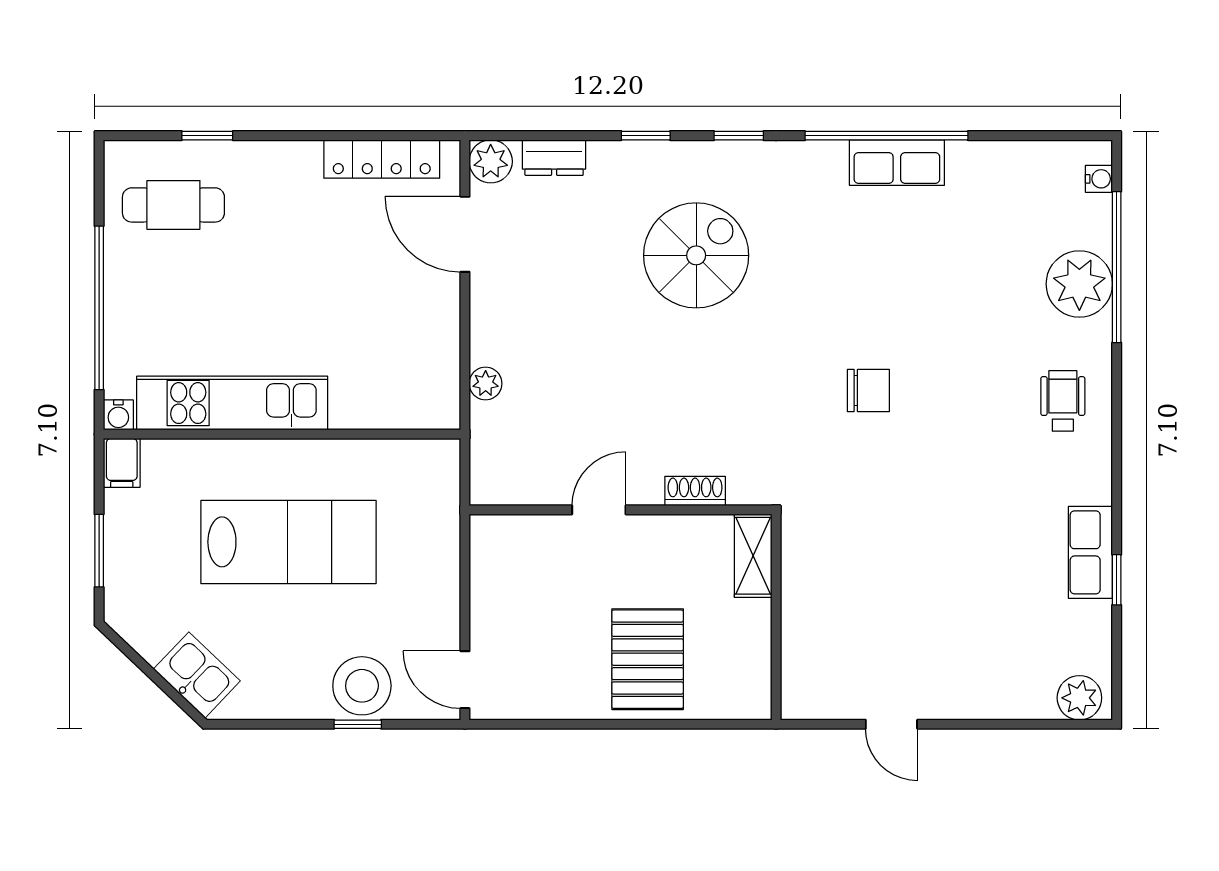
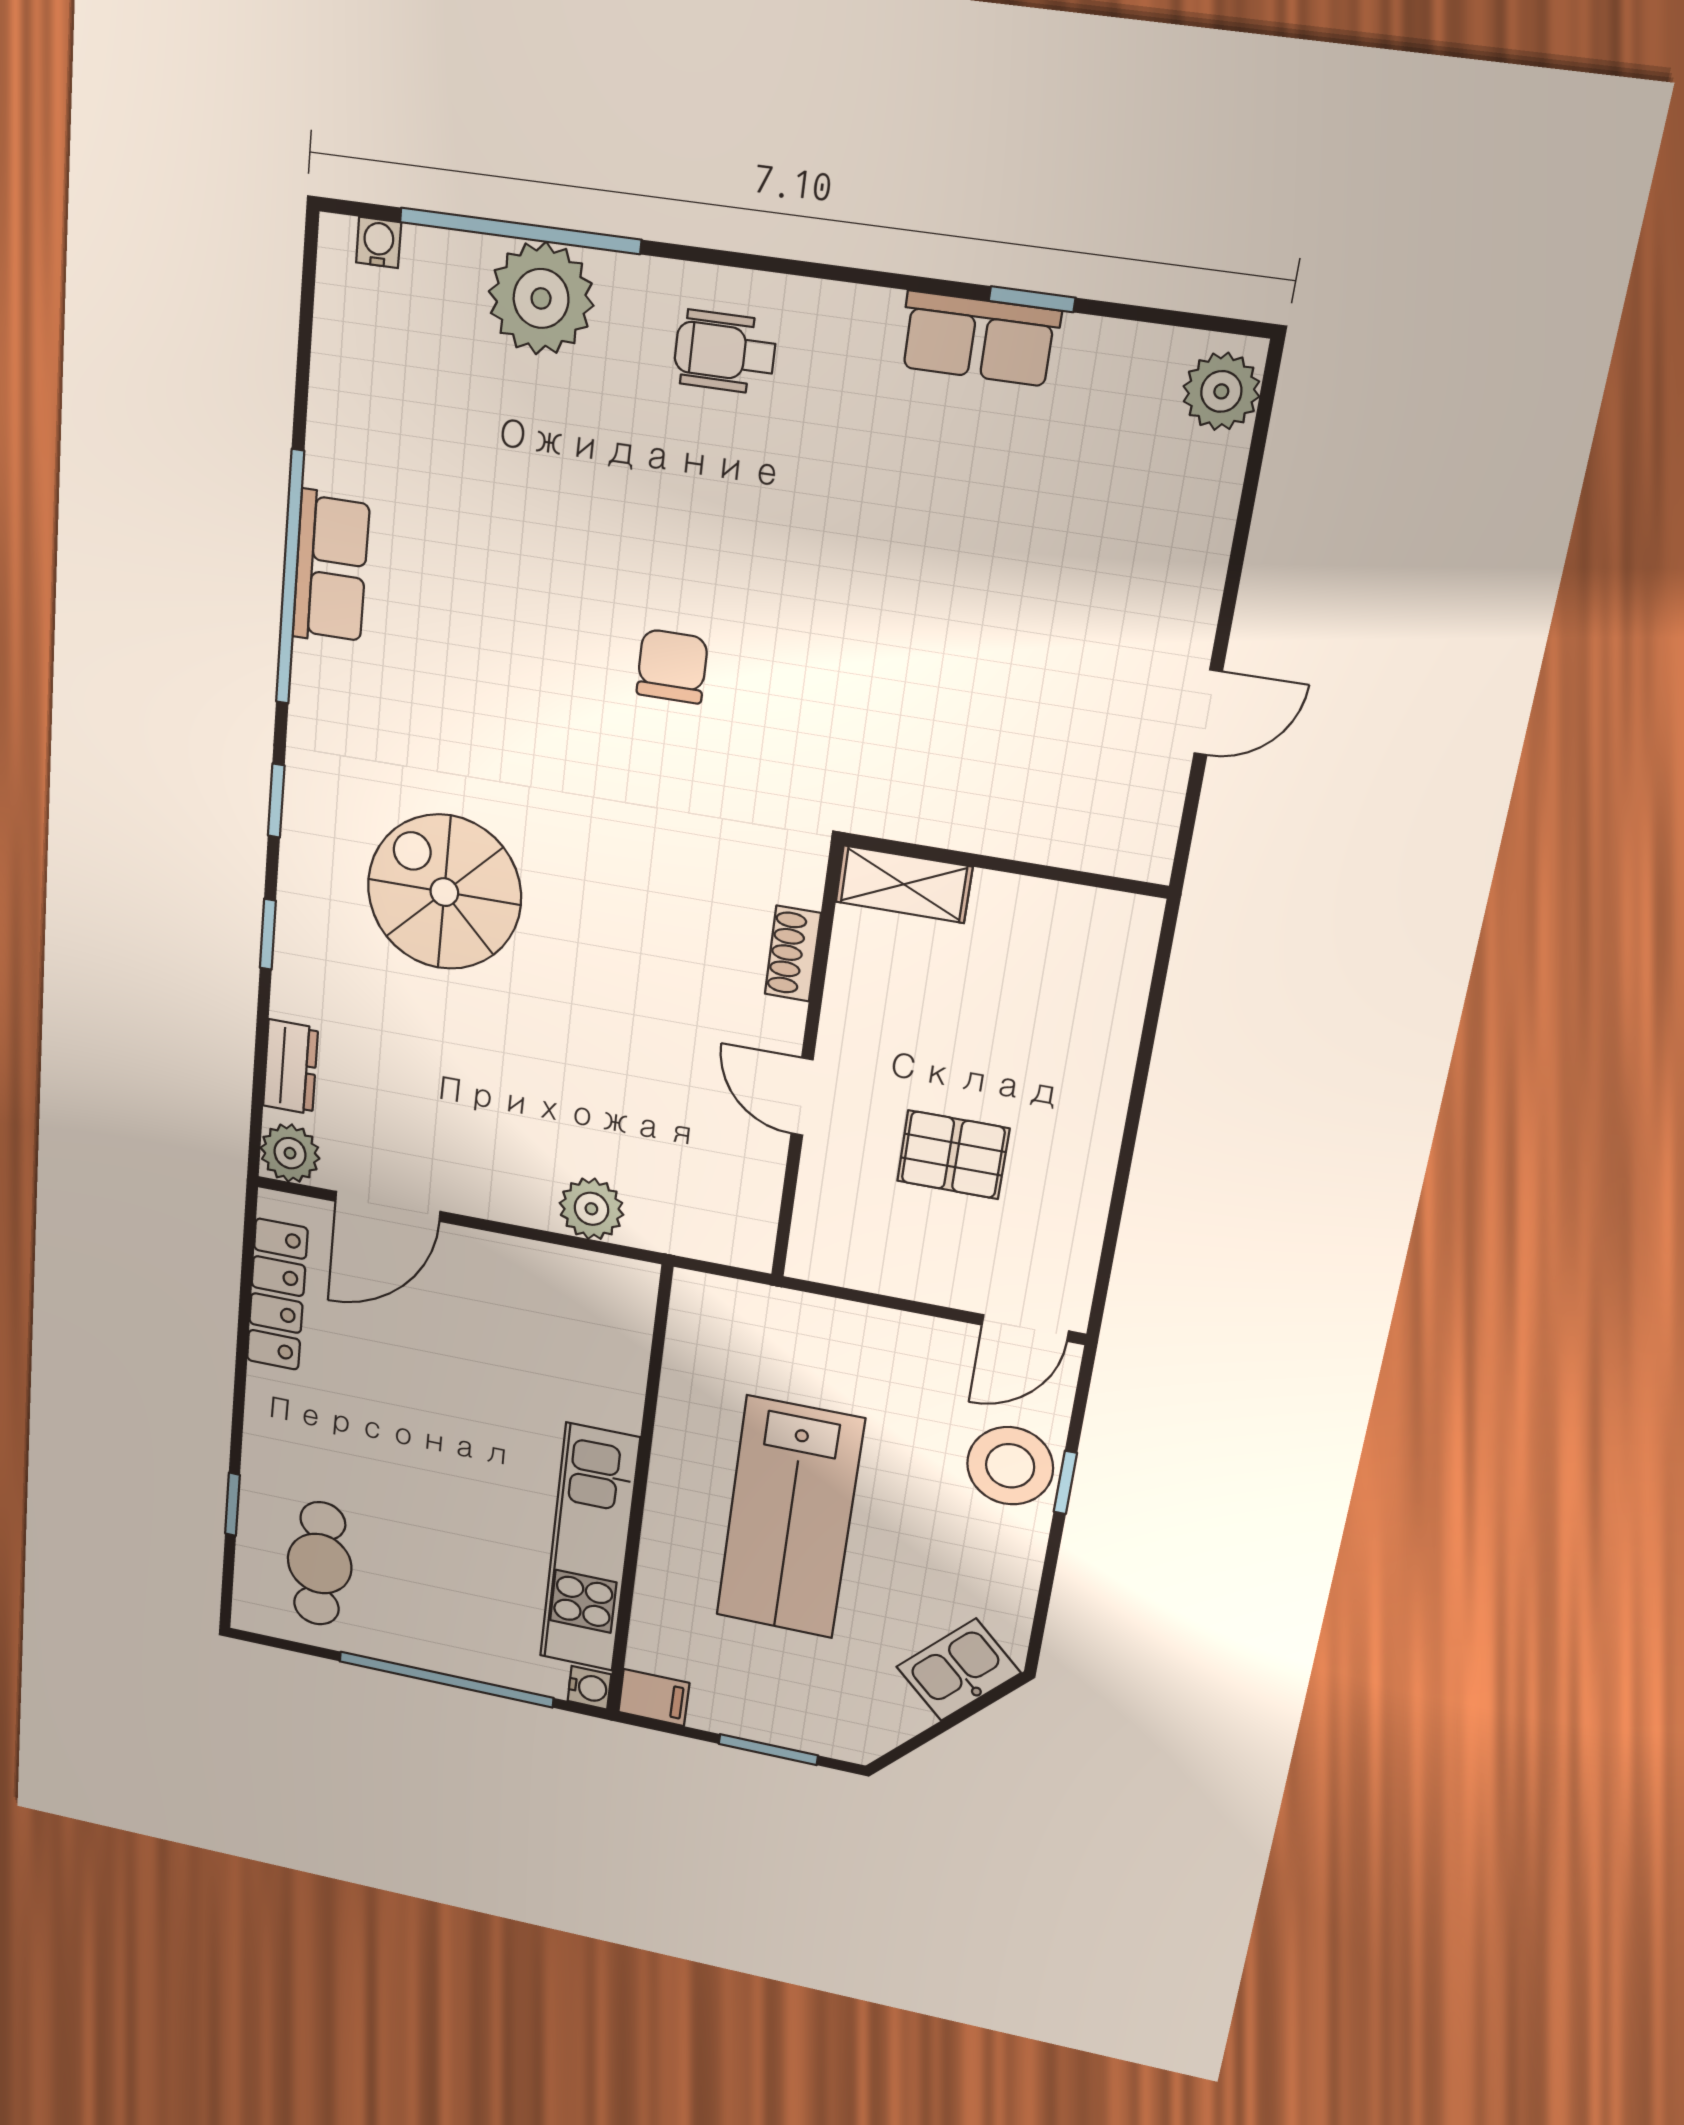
plant: (486, 384) -> (591, 1209), width x1.38, depth x1.38
lab bench: (289, 542) -> (790, 1518), turned 180
pallet: (648, 659) -> (953, 1155), moved, width x0.67, depth x0.71

